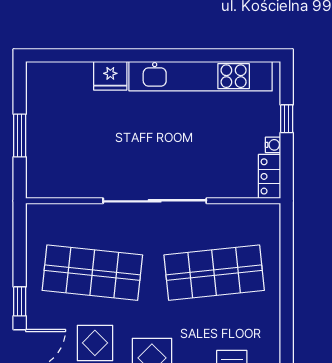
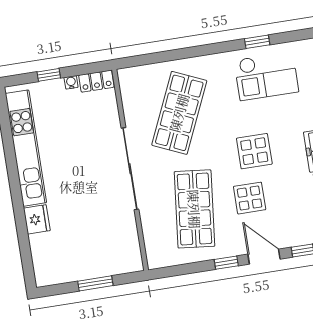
shop shelf: (214, 273) -> (179, 113), turned 30

